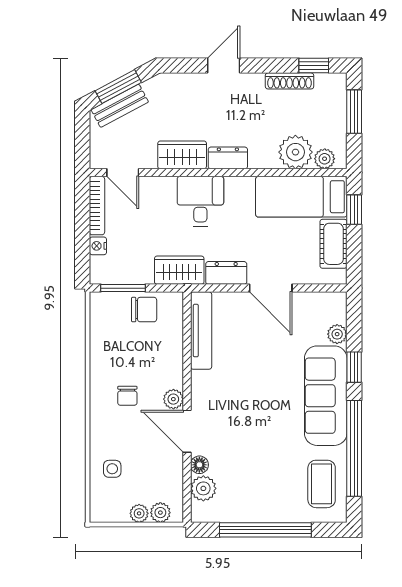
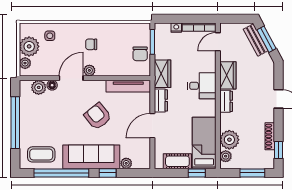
armchair: (254, 384) -> (98, 116), added
plant: (139, 513) -> (29, 46), width x1.88, depth x1.88

